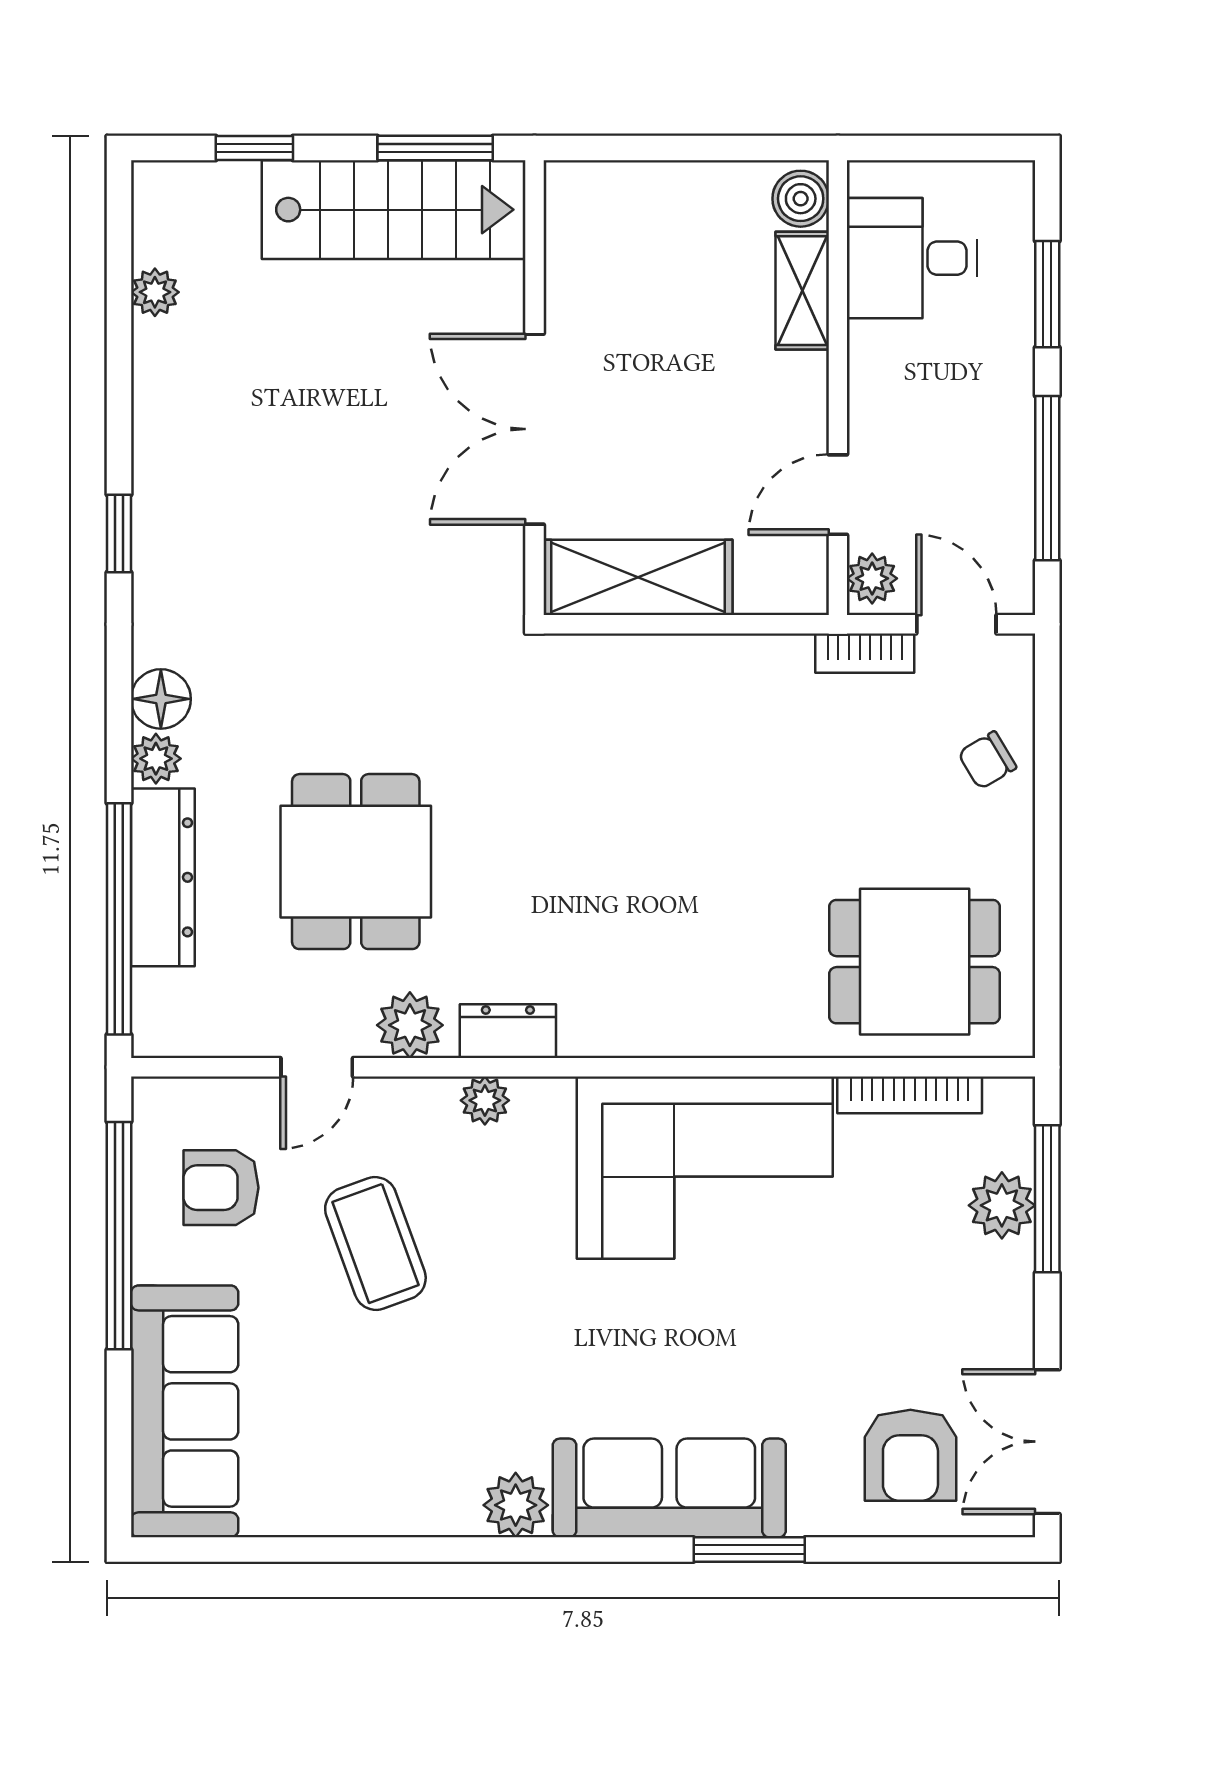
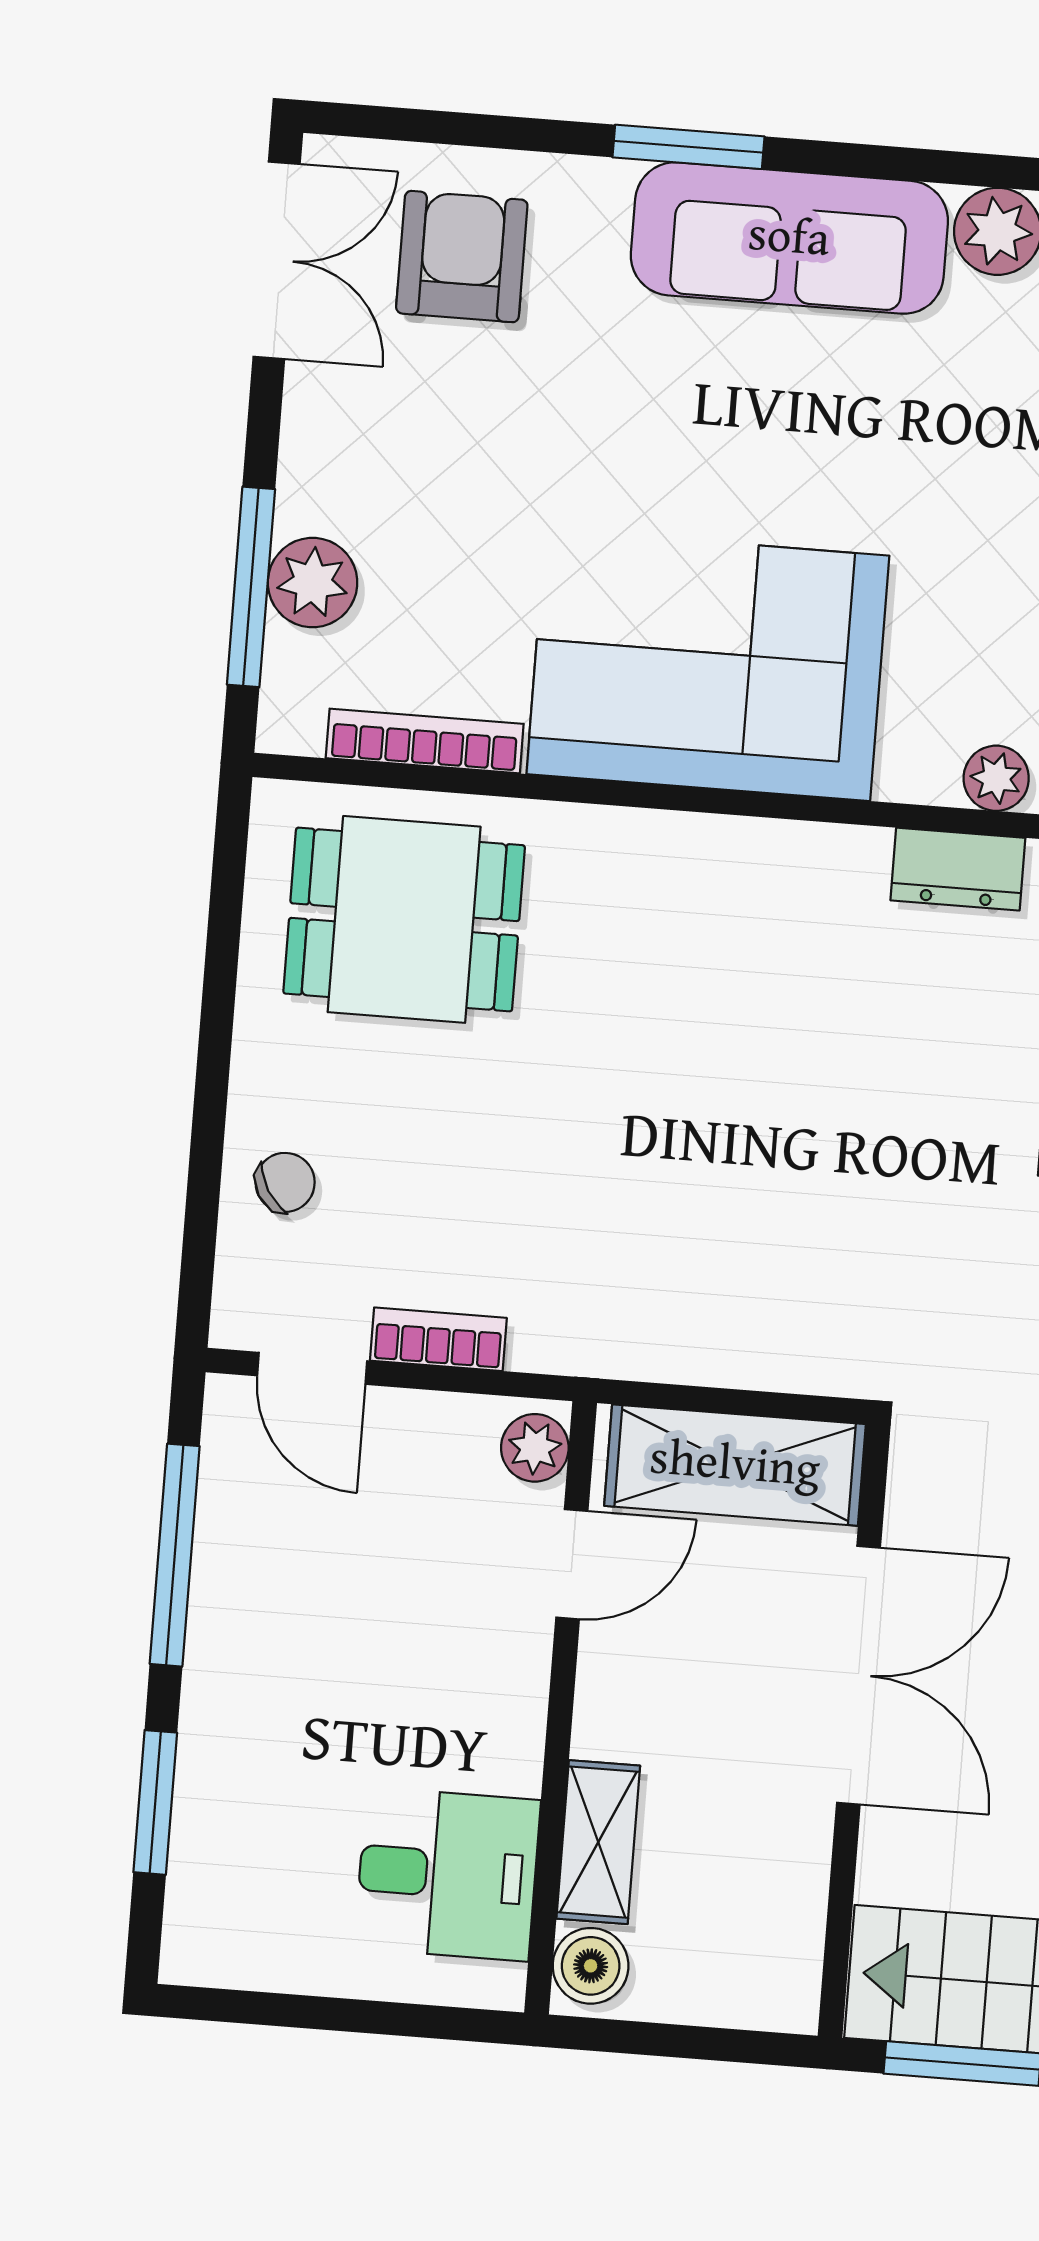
boiler: (801, 199) -> (591, 1966), moved
desk: (912, 258) -> (447, 1874), moved
shelving: (802, 291) -> (598, 1842), moved
wall: (838, 388) -> (561, 1708), moved
door: (838, 495) -> (572, 1564), moved
plant: (872, 578) -> (535, 1448), moved

